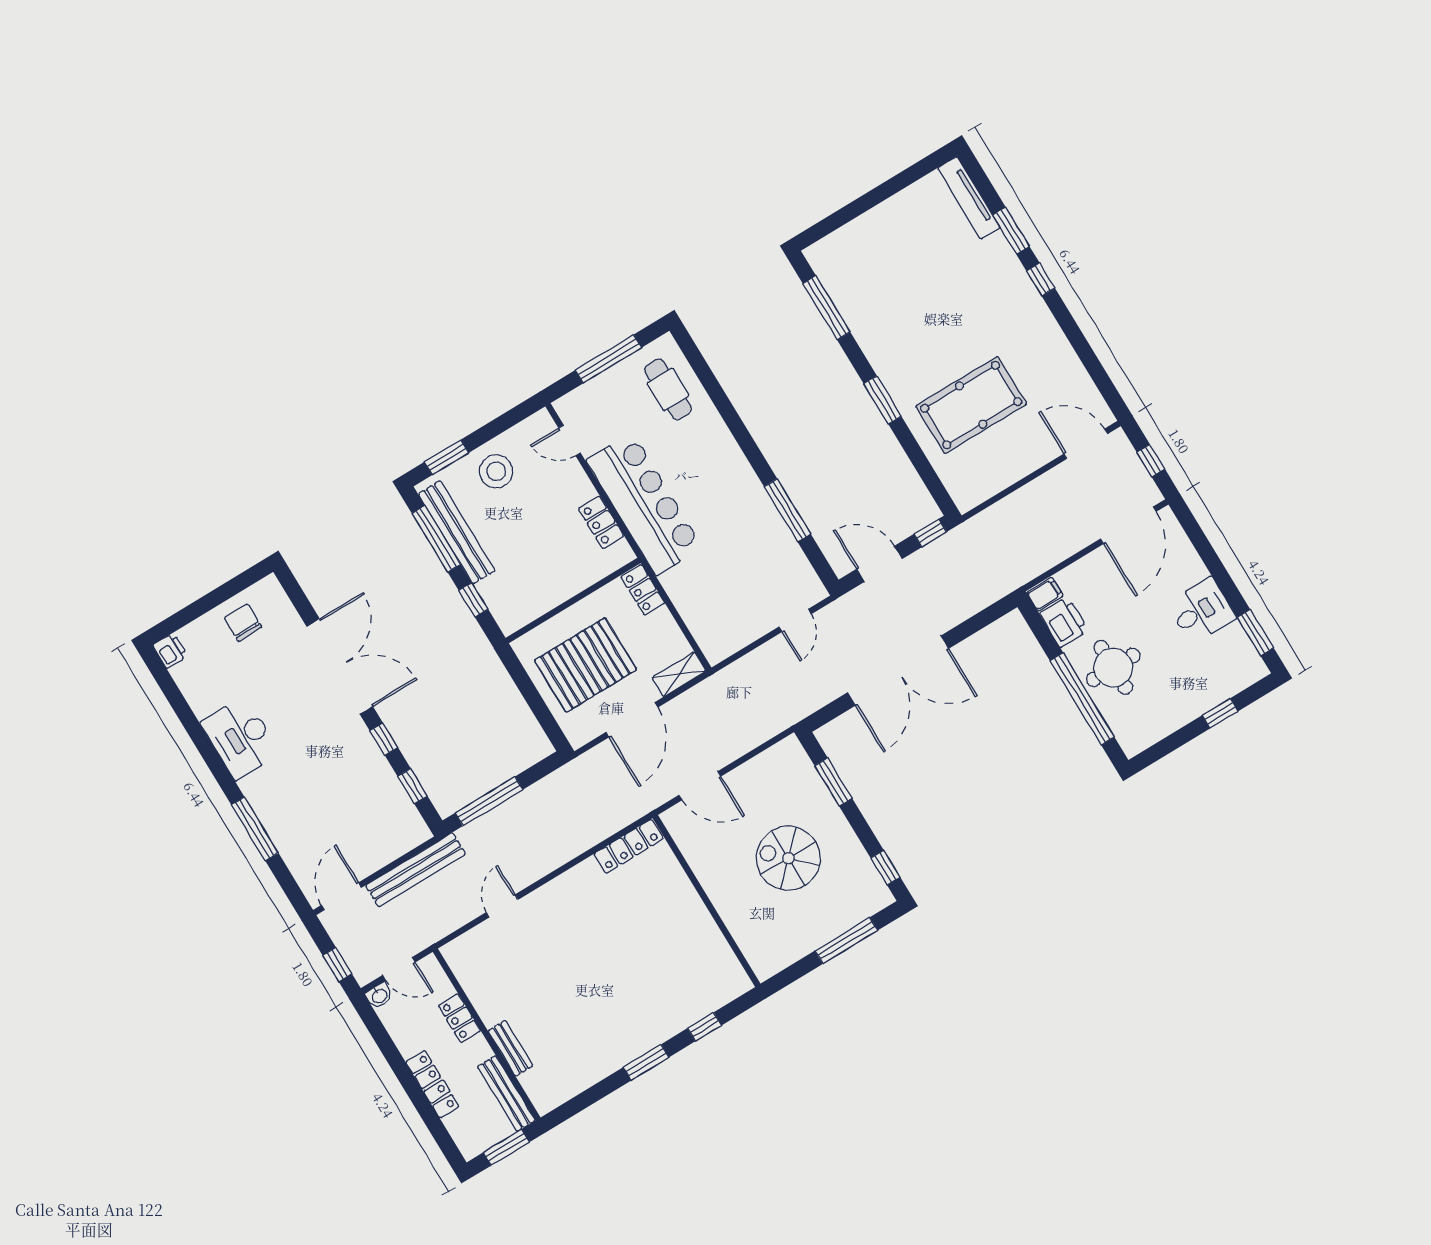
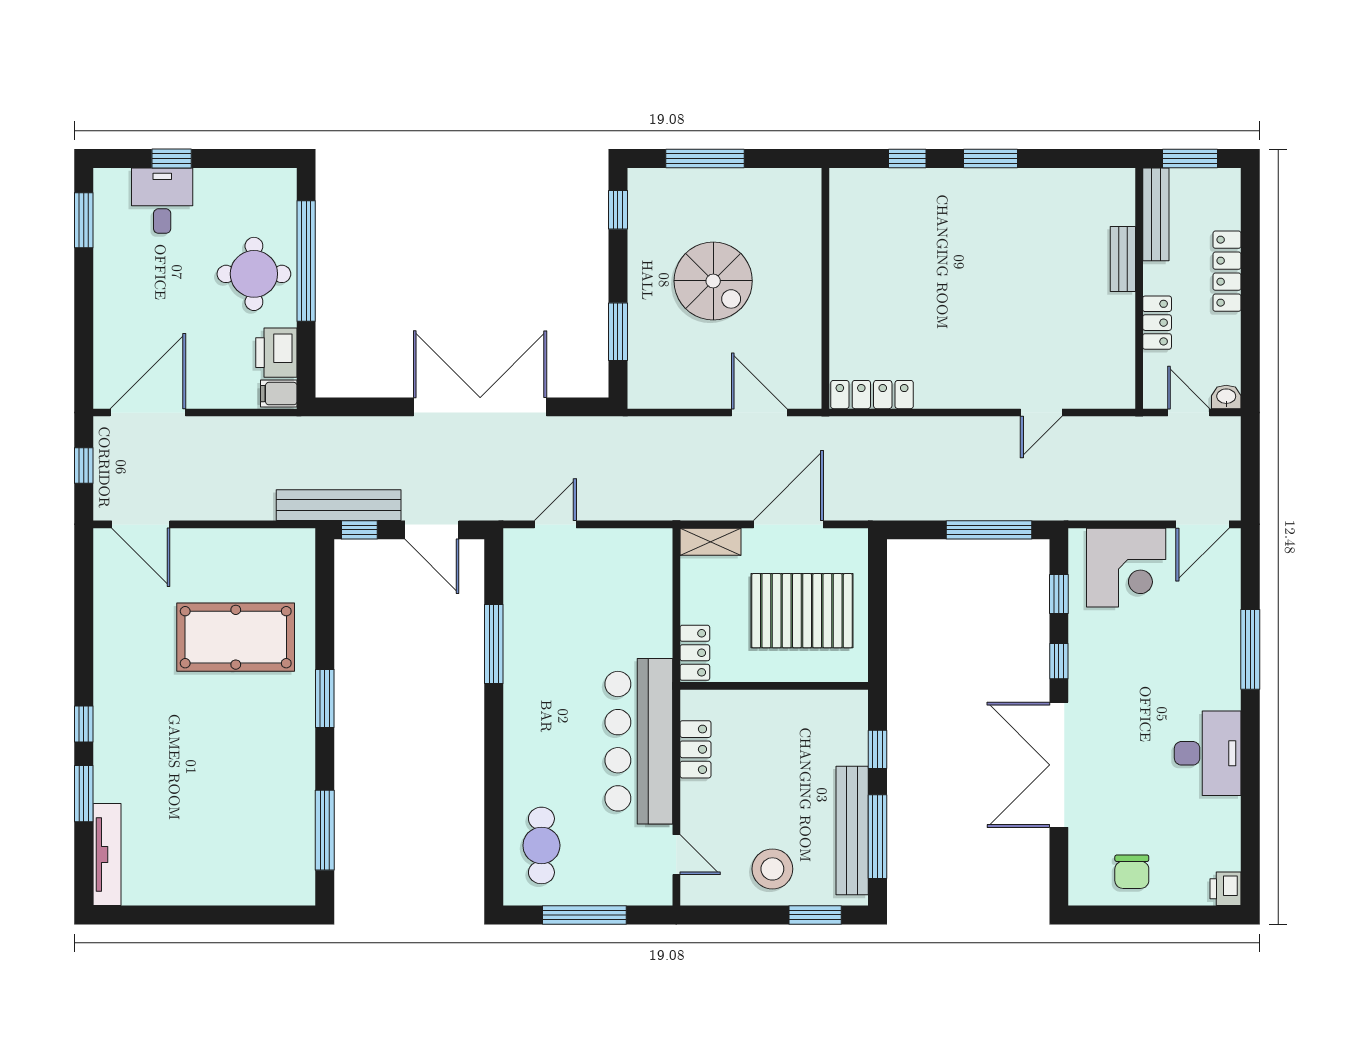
desk: (1202, 611) -> (162, 201), moved, turned 90
corner desk: (377, 833) -> (1126, 568), added
bench: (416, 870) -> (339, 505), moved
window: (337, 965) -> (1250, 456), removed

